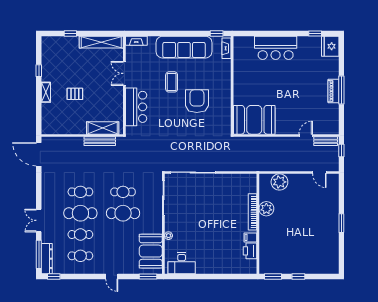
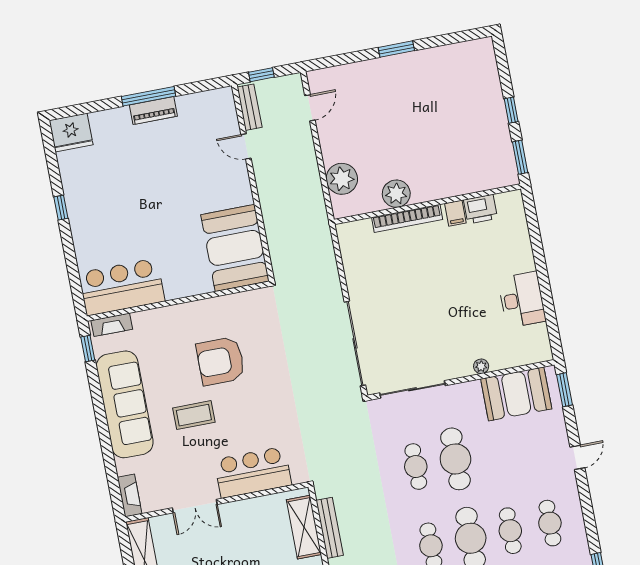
window: (315, 34) -> (61, 208), moved
bar counter: (276, 48) -> (122, 287), moved, turned -90
desk: (182, 263) -> (522, 300), moved

